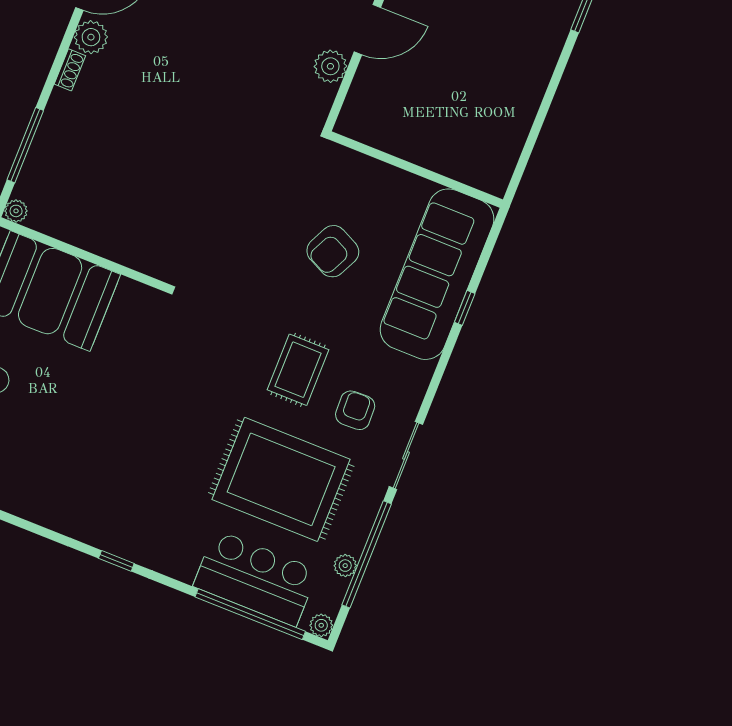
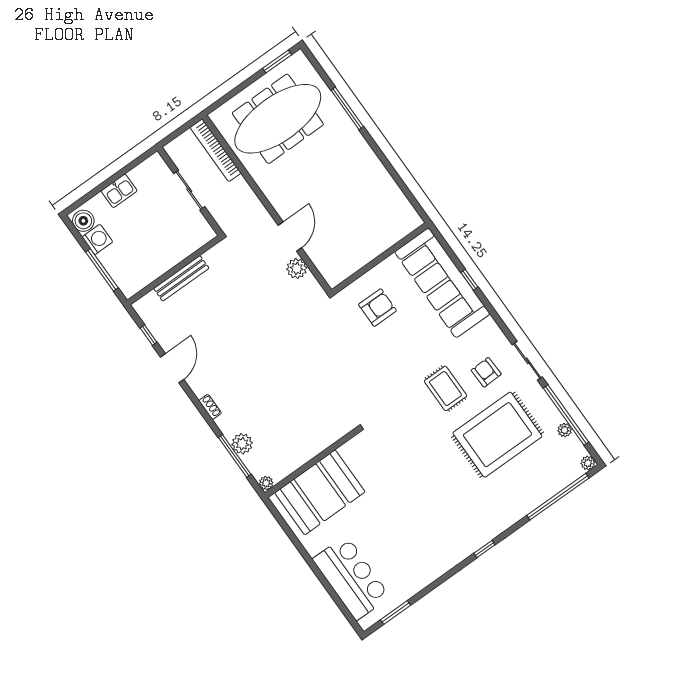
plant: (91, 37) -> (242, 444), moved
armchair: (333, 251) -> (378, 308), moved, turned -116
bar counter: (256, 578) -> (541, 482), removed

